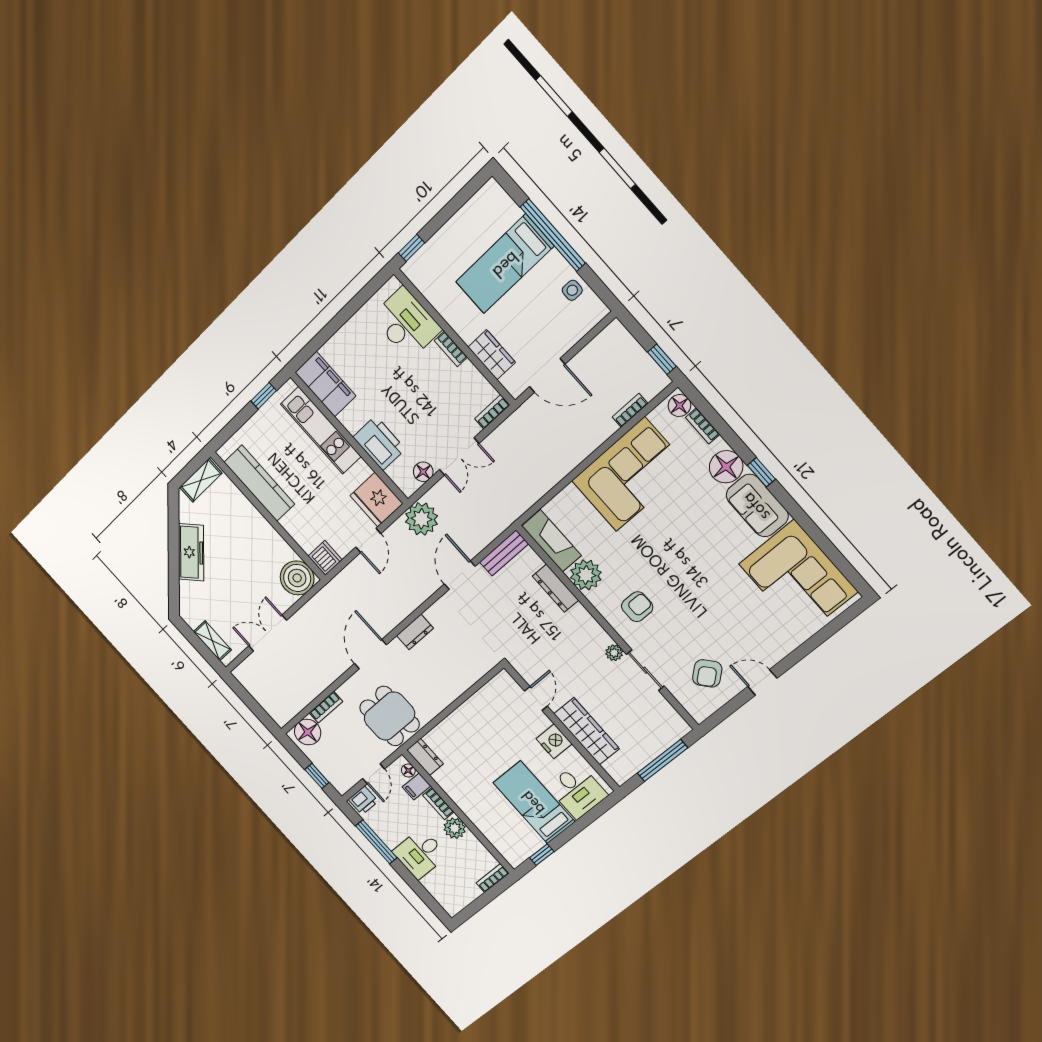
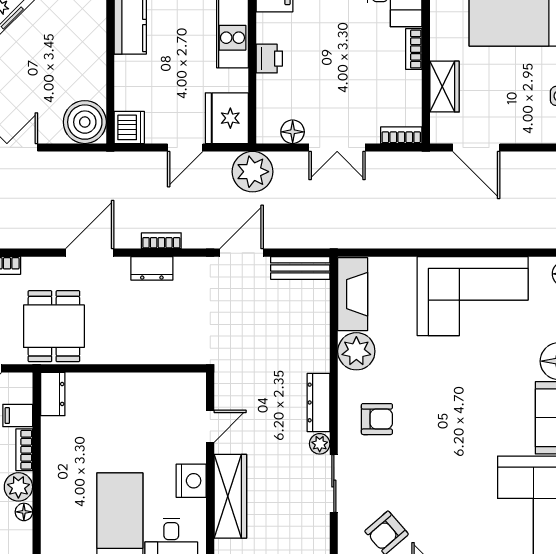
bookcase: (630, 410) -> (161, 241), moved
printer: (379, 443) -> (269, 59), width x0.53, depth x0.68
dresser: (555, 588) -> (318, 402), moved
floor lamp: (408, 771) -> (24, 512), moved

